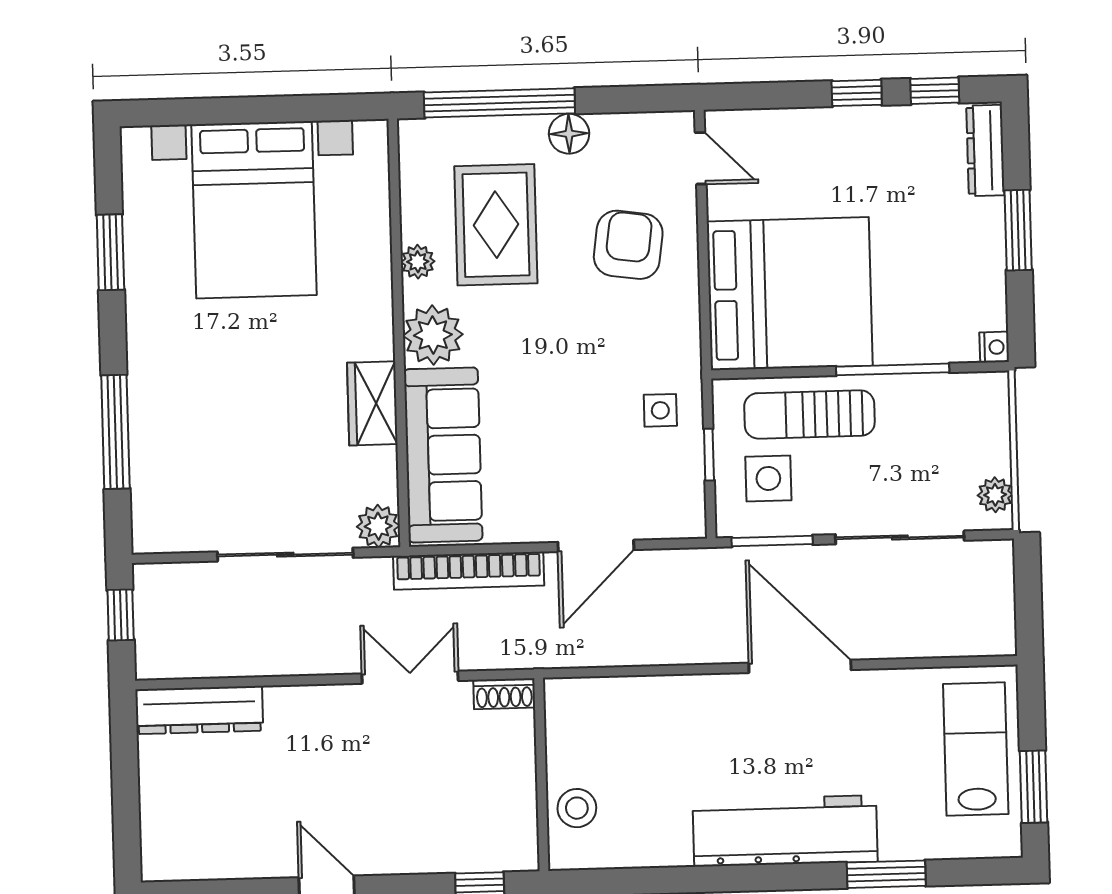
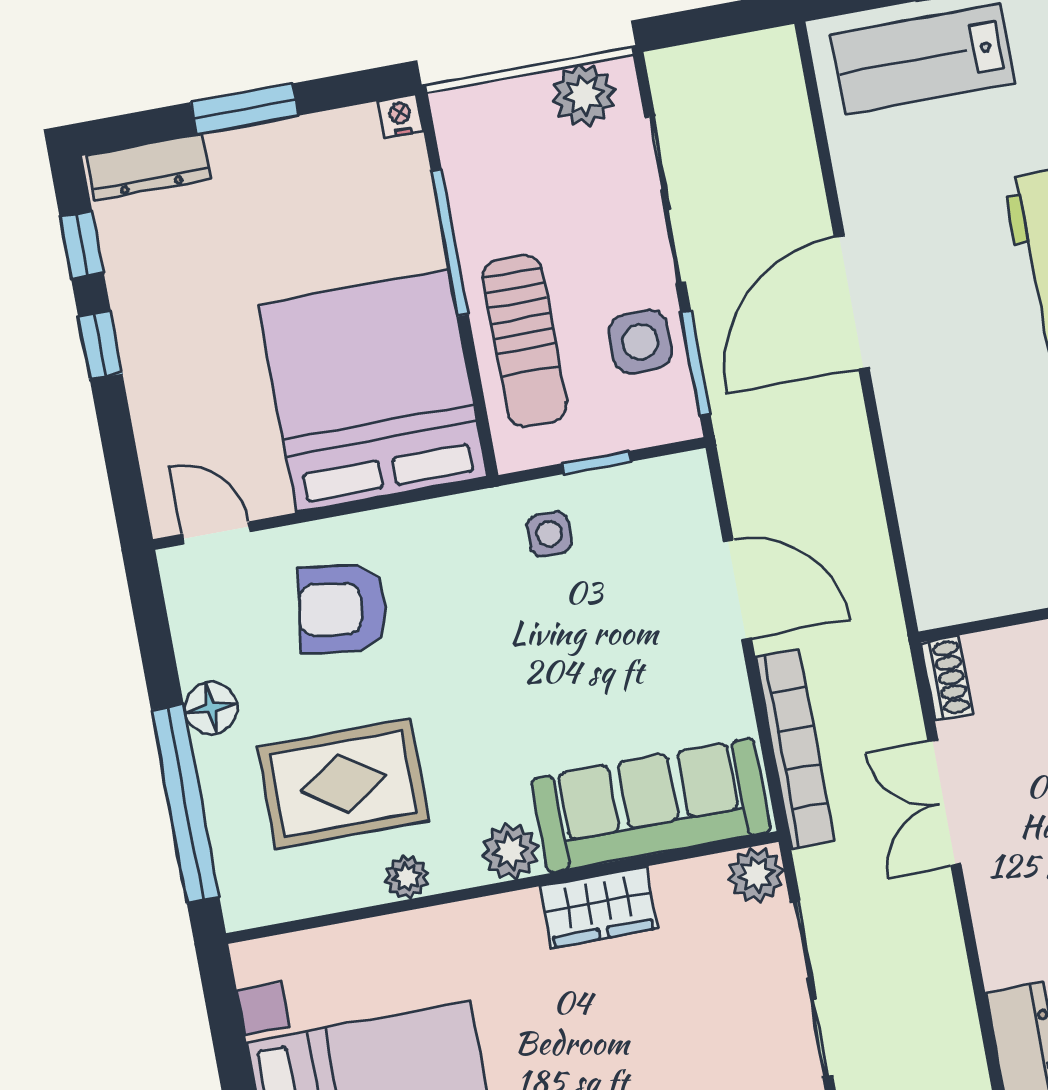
door: (701, 158) -> (216, 533), hinge flipped
plant: (433, 335) -> (510, 851), width x0.73, depth x0.73
side table: (768, 478) -> (640, 342), moved
plant: (995, 495) -> (584, 95), width x1.38, depth x1.38

